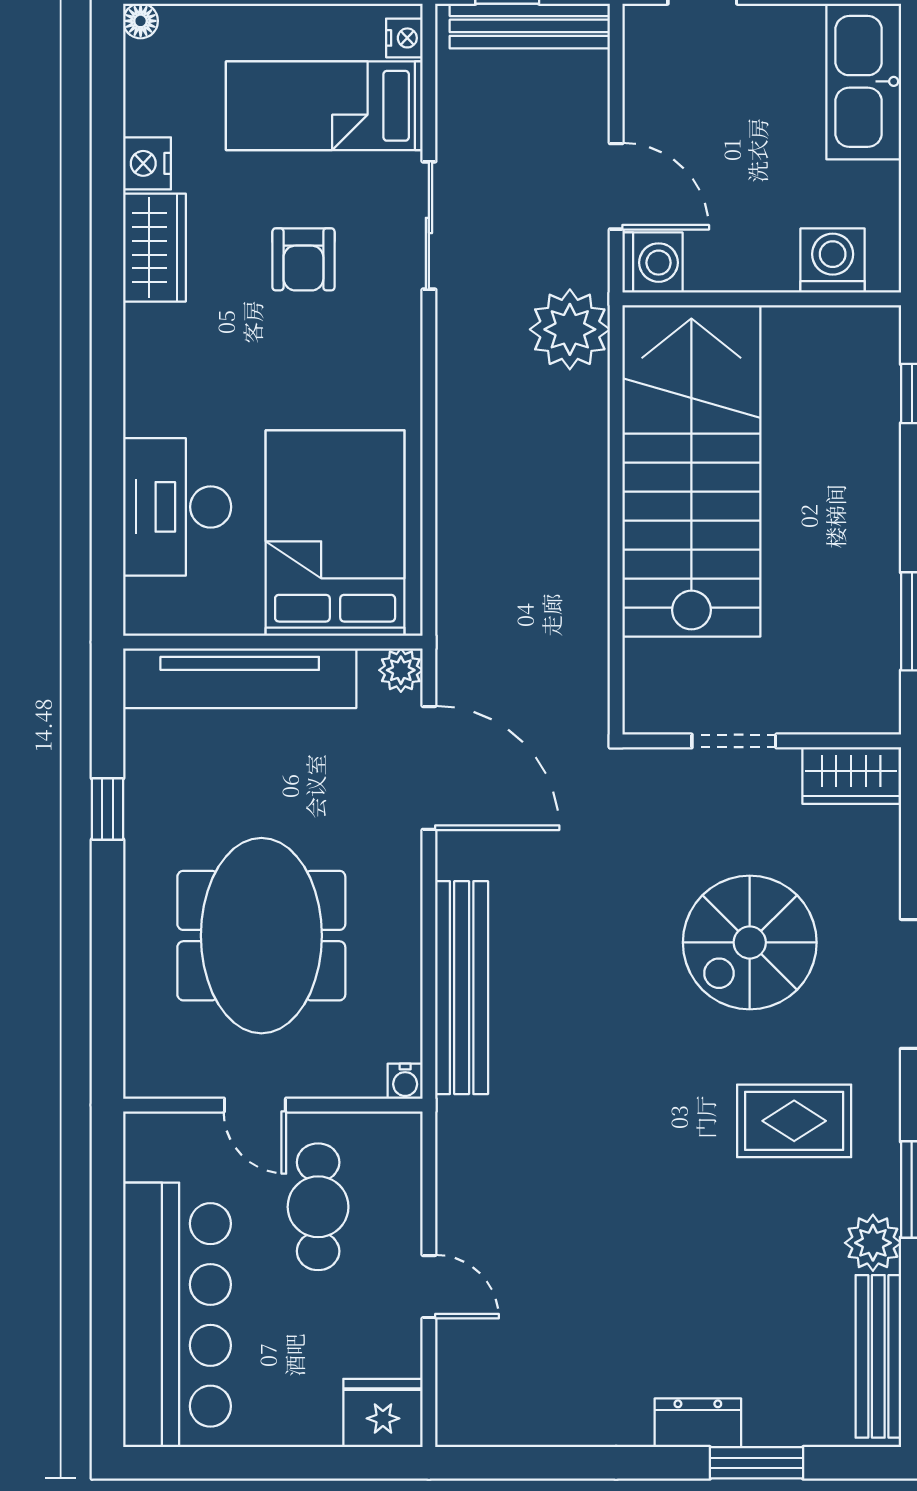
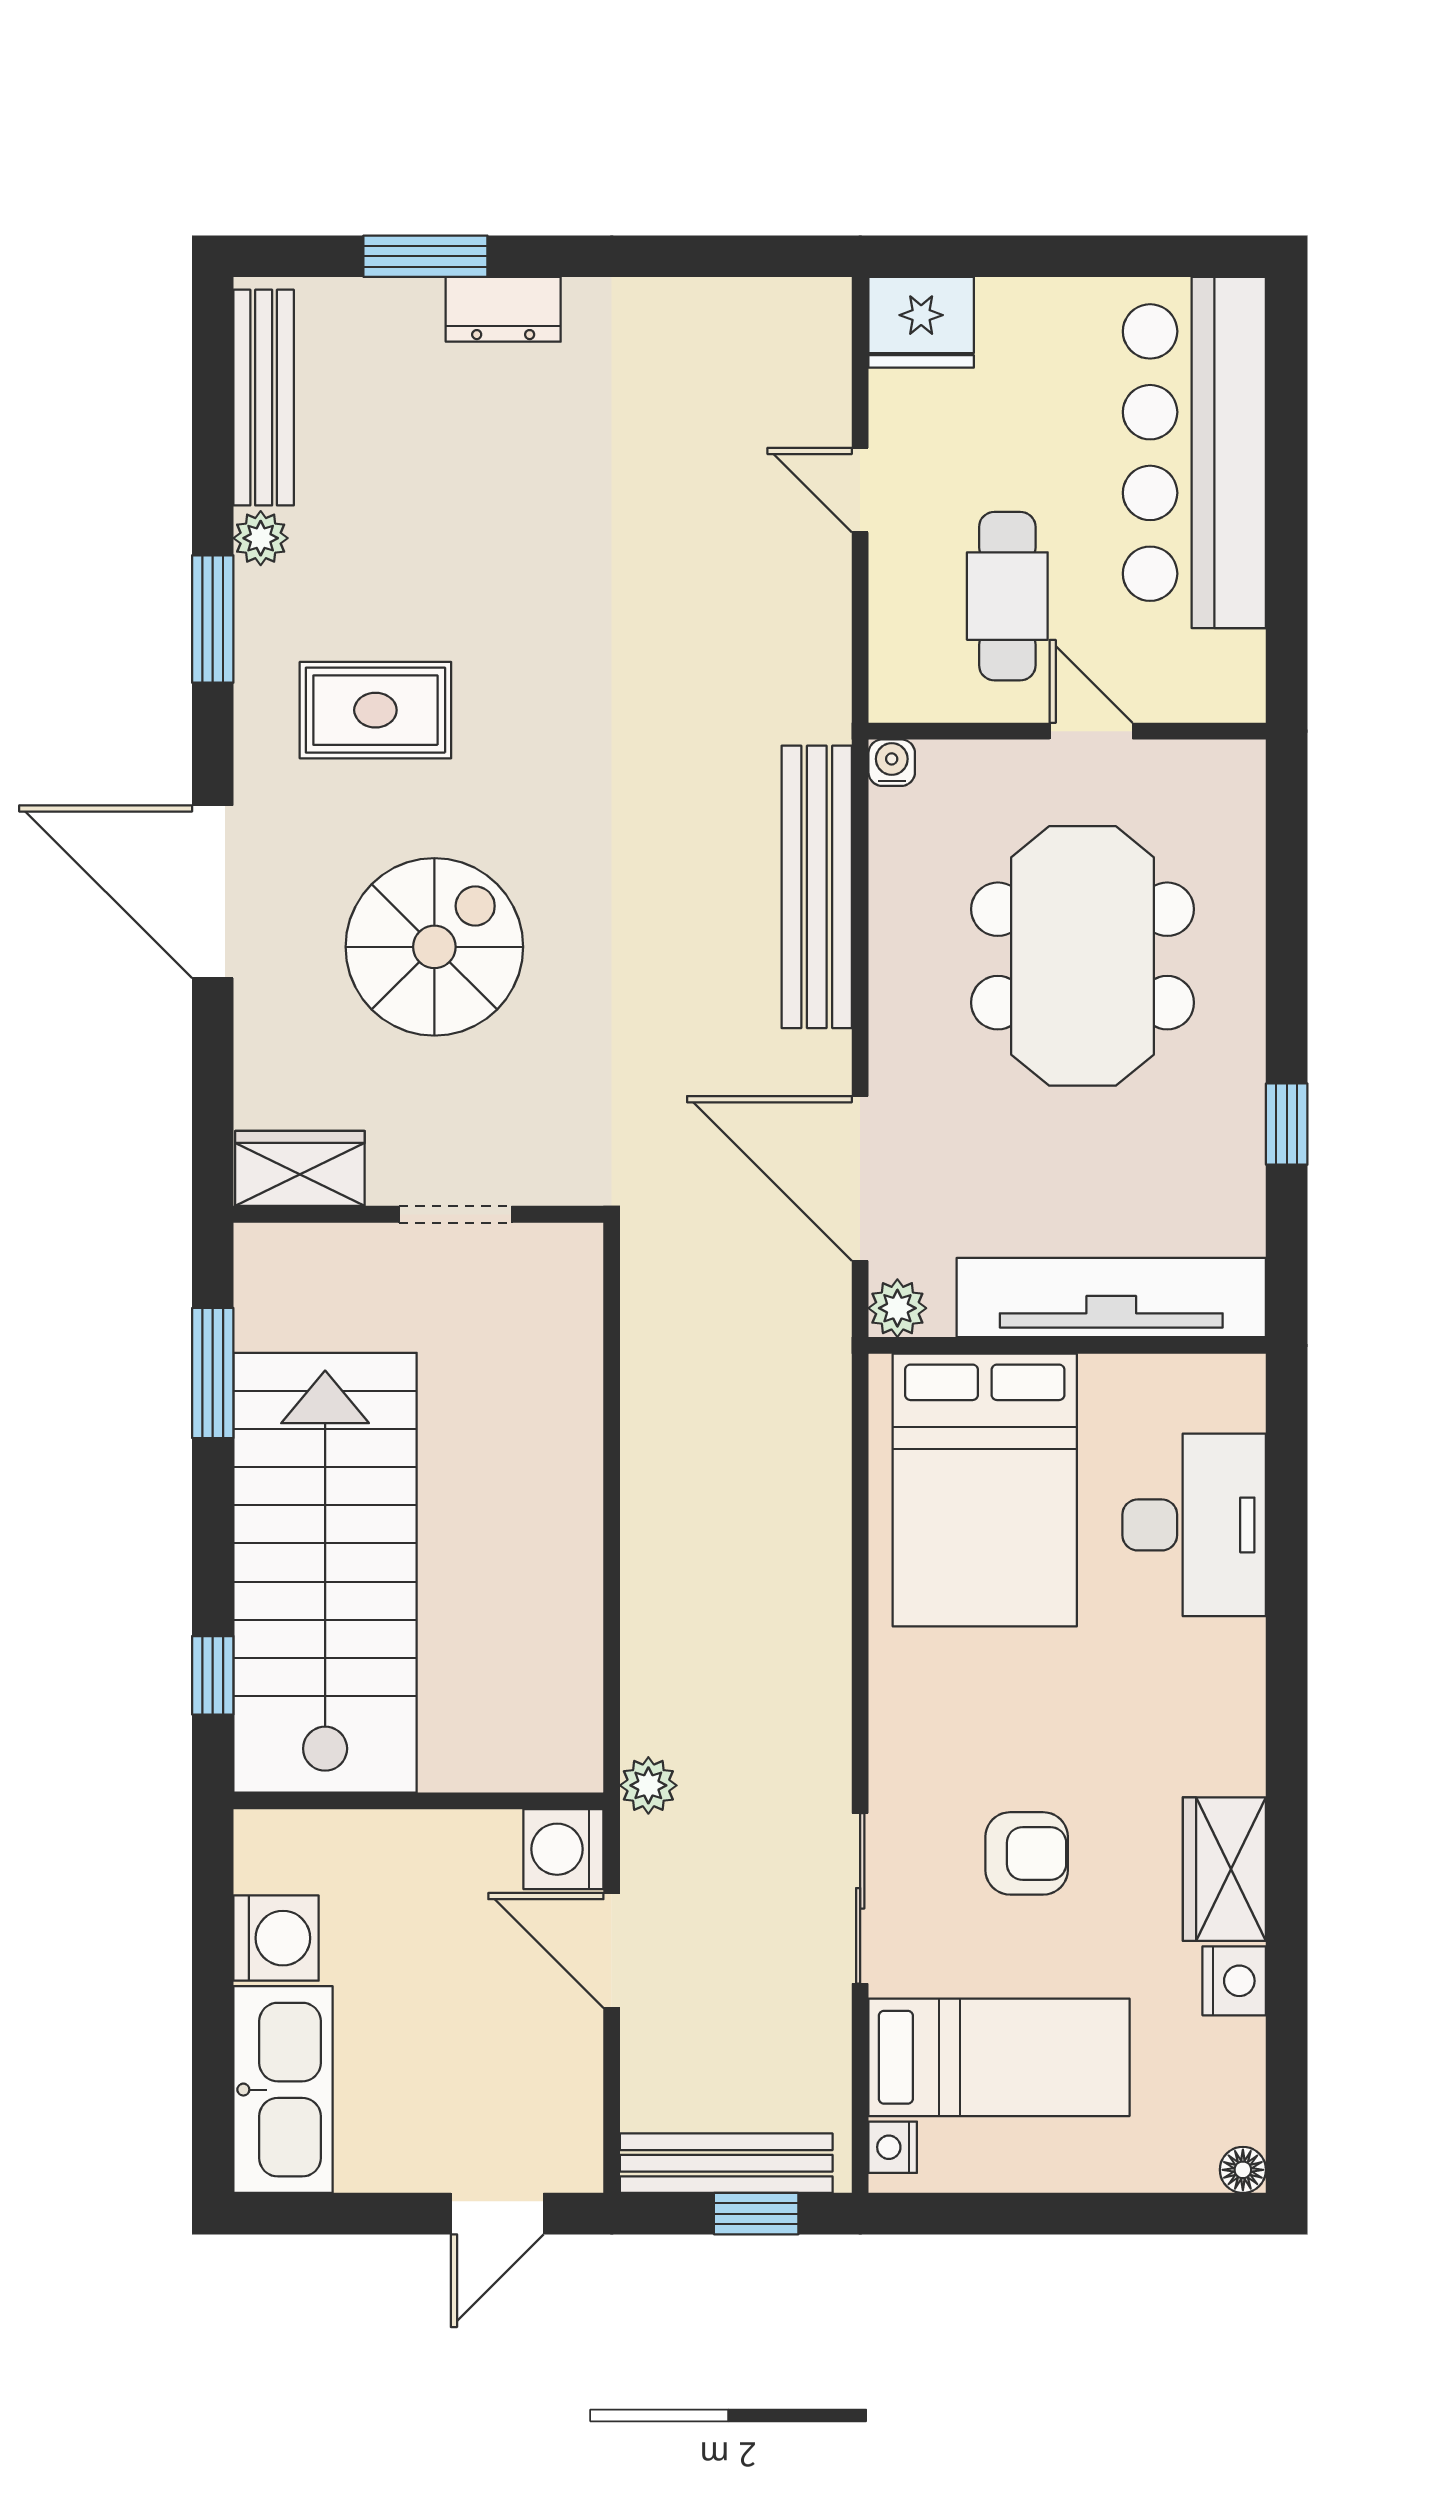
armchair: (303, 259) -> (1027, 1853), turned 90
washing machine: (833, 261) -> (276, 1938), moved, turned -90
plant: (570, 329) -> (648, 1785), width x0.53, depth x0.53
stairs: (691, 471) -> (325, 1573), moved, turned 180
plant: (873, 1243) -> (261, 538), width x0.73, depth x0.73

